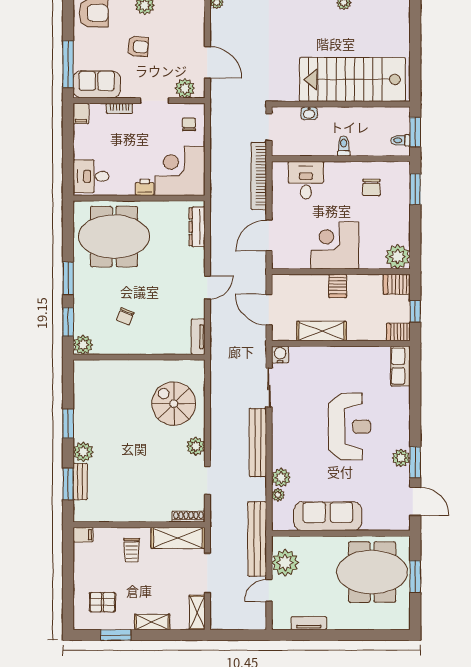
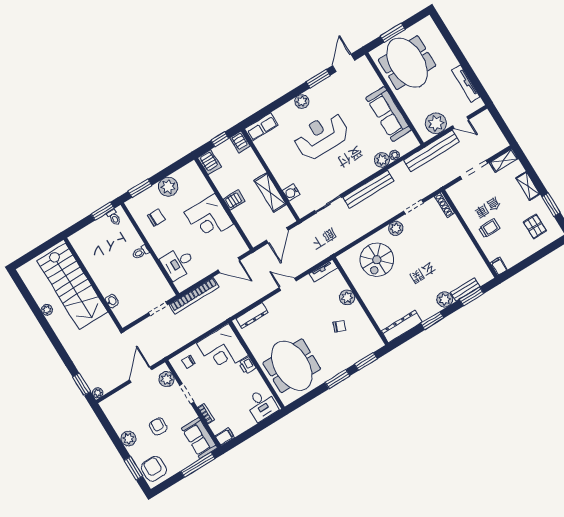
stairs: (352, 79) -> (72, 286), moved
wall: (341, 104) -> (93, 284), moved
washbasin: (309, 113) -> (112, 301), moved
plant: (398, 257) -> (168, 187), moved
plant: (83, 345) -> (347, 297), moved
water cooler: (280, 355) -> (291, 193), moved
dresser: (82, 386) -> (402, 326), added
plant: (401, 458) -> (302, 101), moved
shelving: (178, 538) -> (463, 203), removed
tv unit: (309, 623) -> (466, 83), width x1.41

